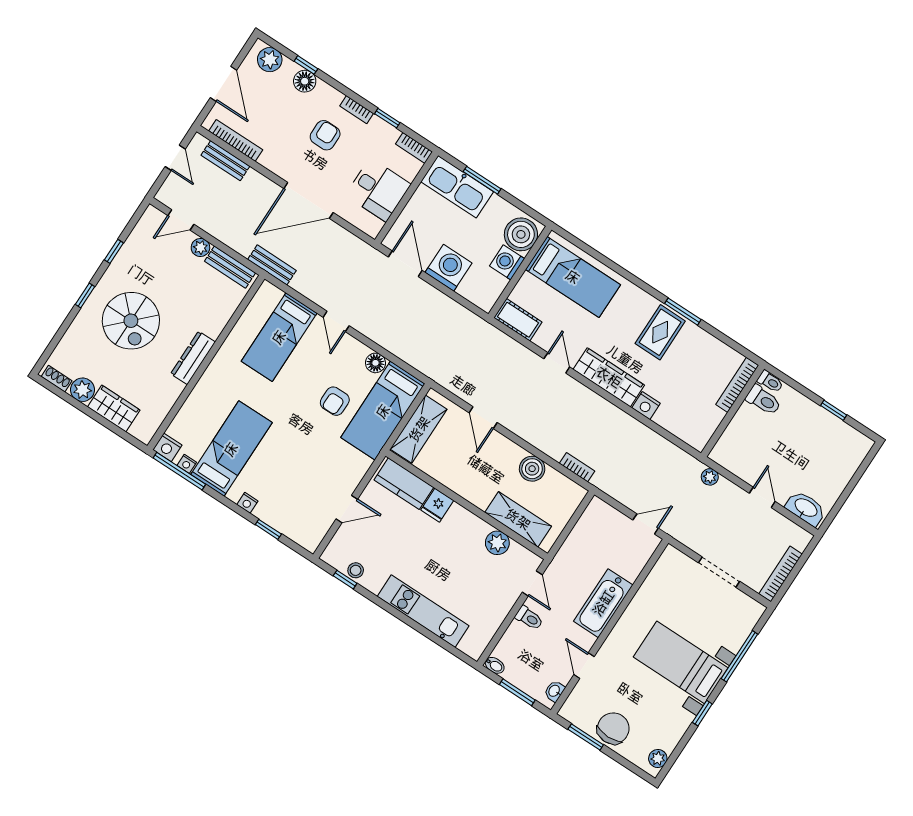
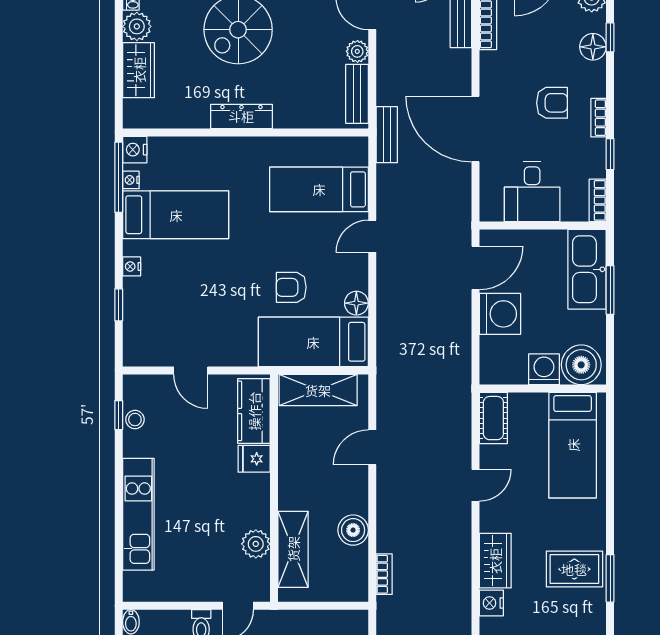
wardrobe: (609, 377) -> (495, 561), width x0.67

